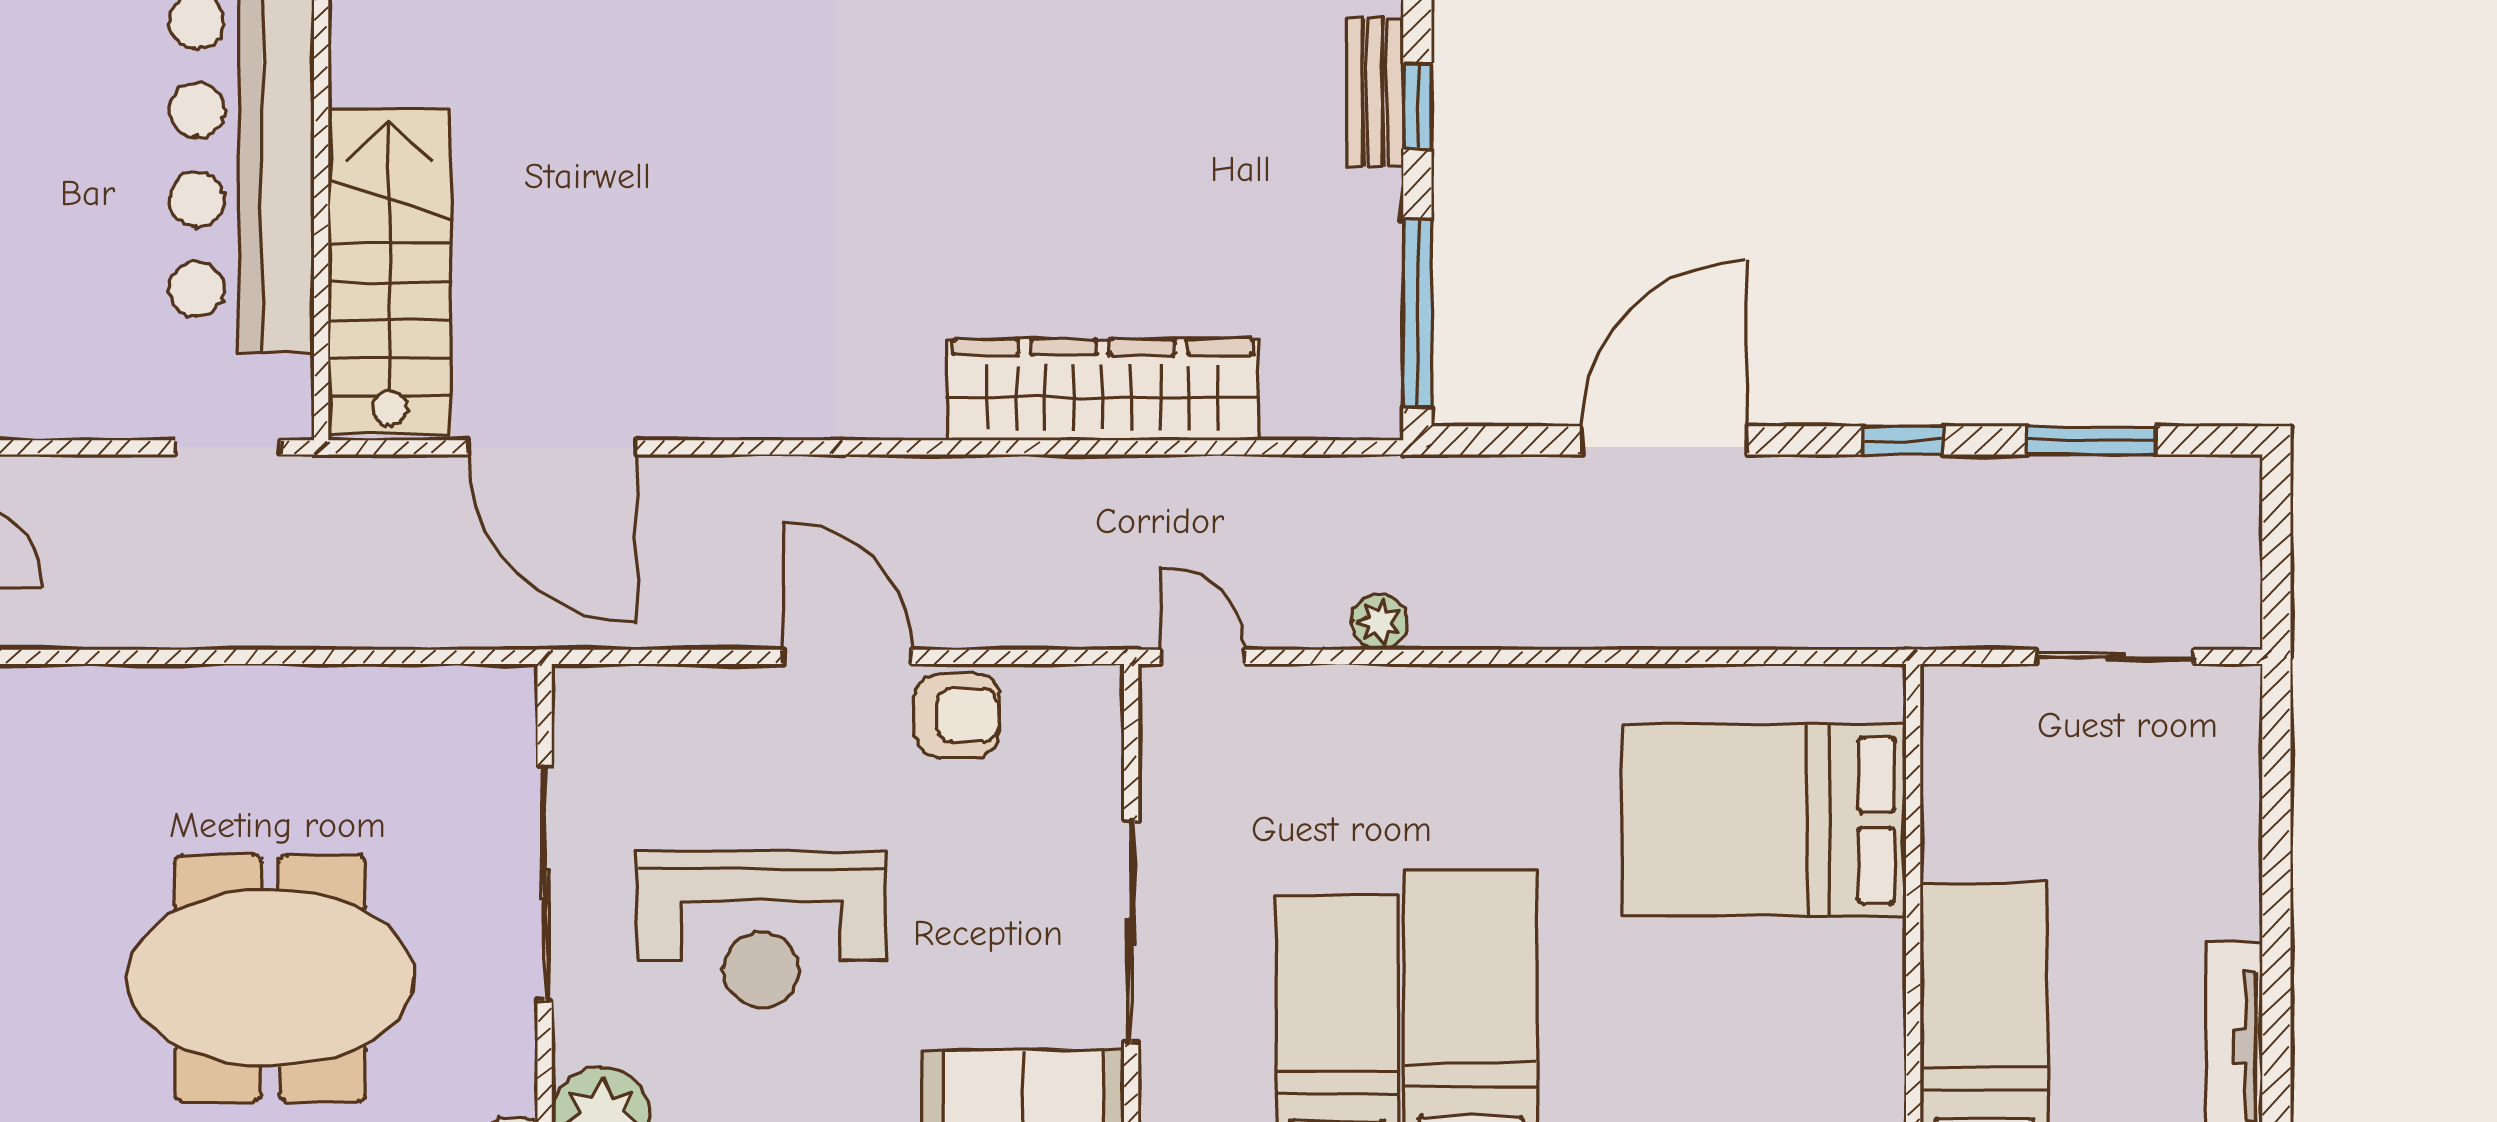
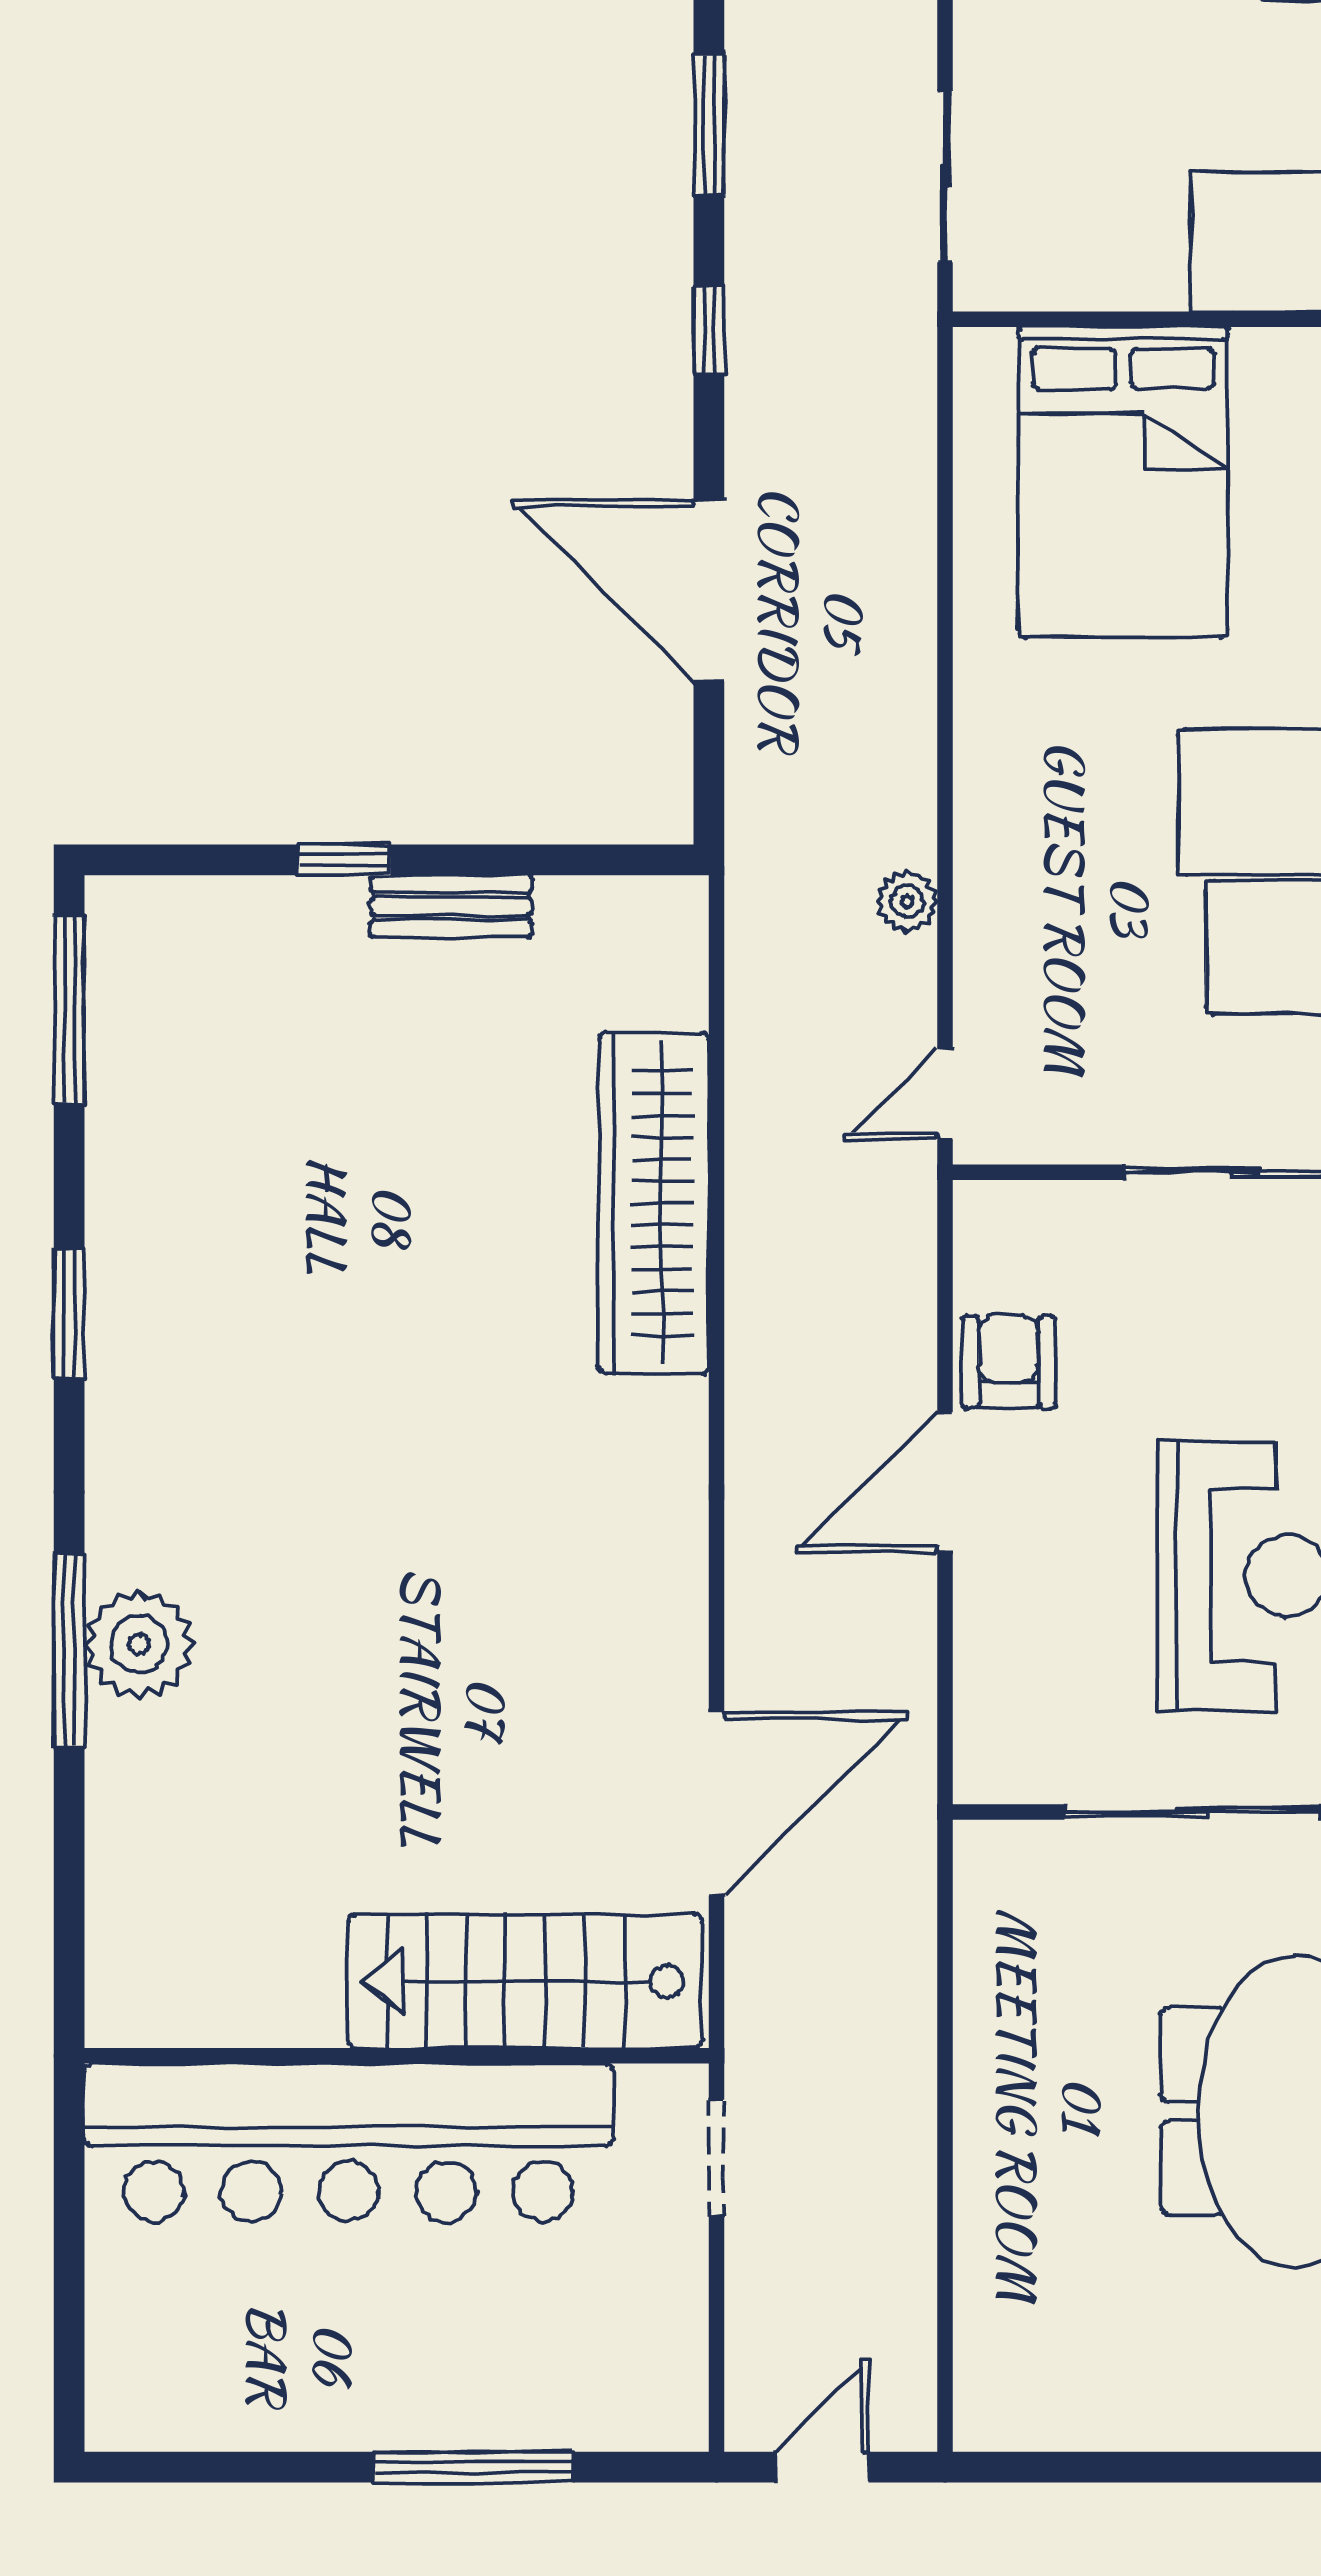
bench: (1375, 92) -> (451, 906), moved
window: (1417, 314) -> (571, 860), removed
sliding door: (2115, 657) -> (945, 177), moved

